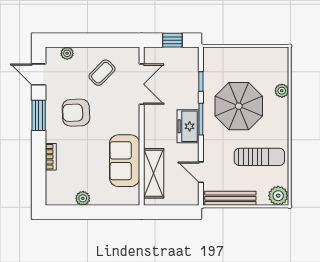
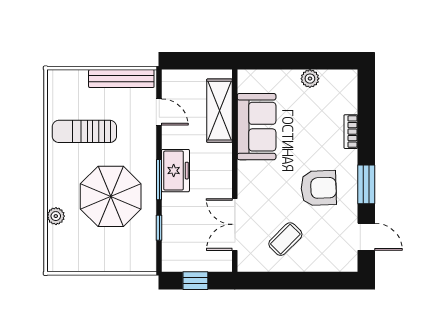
plant: (67, 53) -> (330, 264), removed
plant: (278, 196) -> (60, 82), removed

